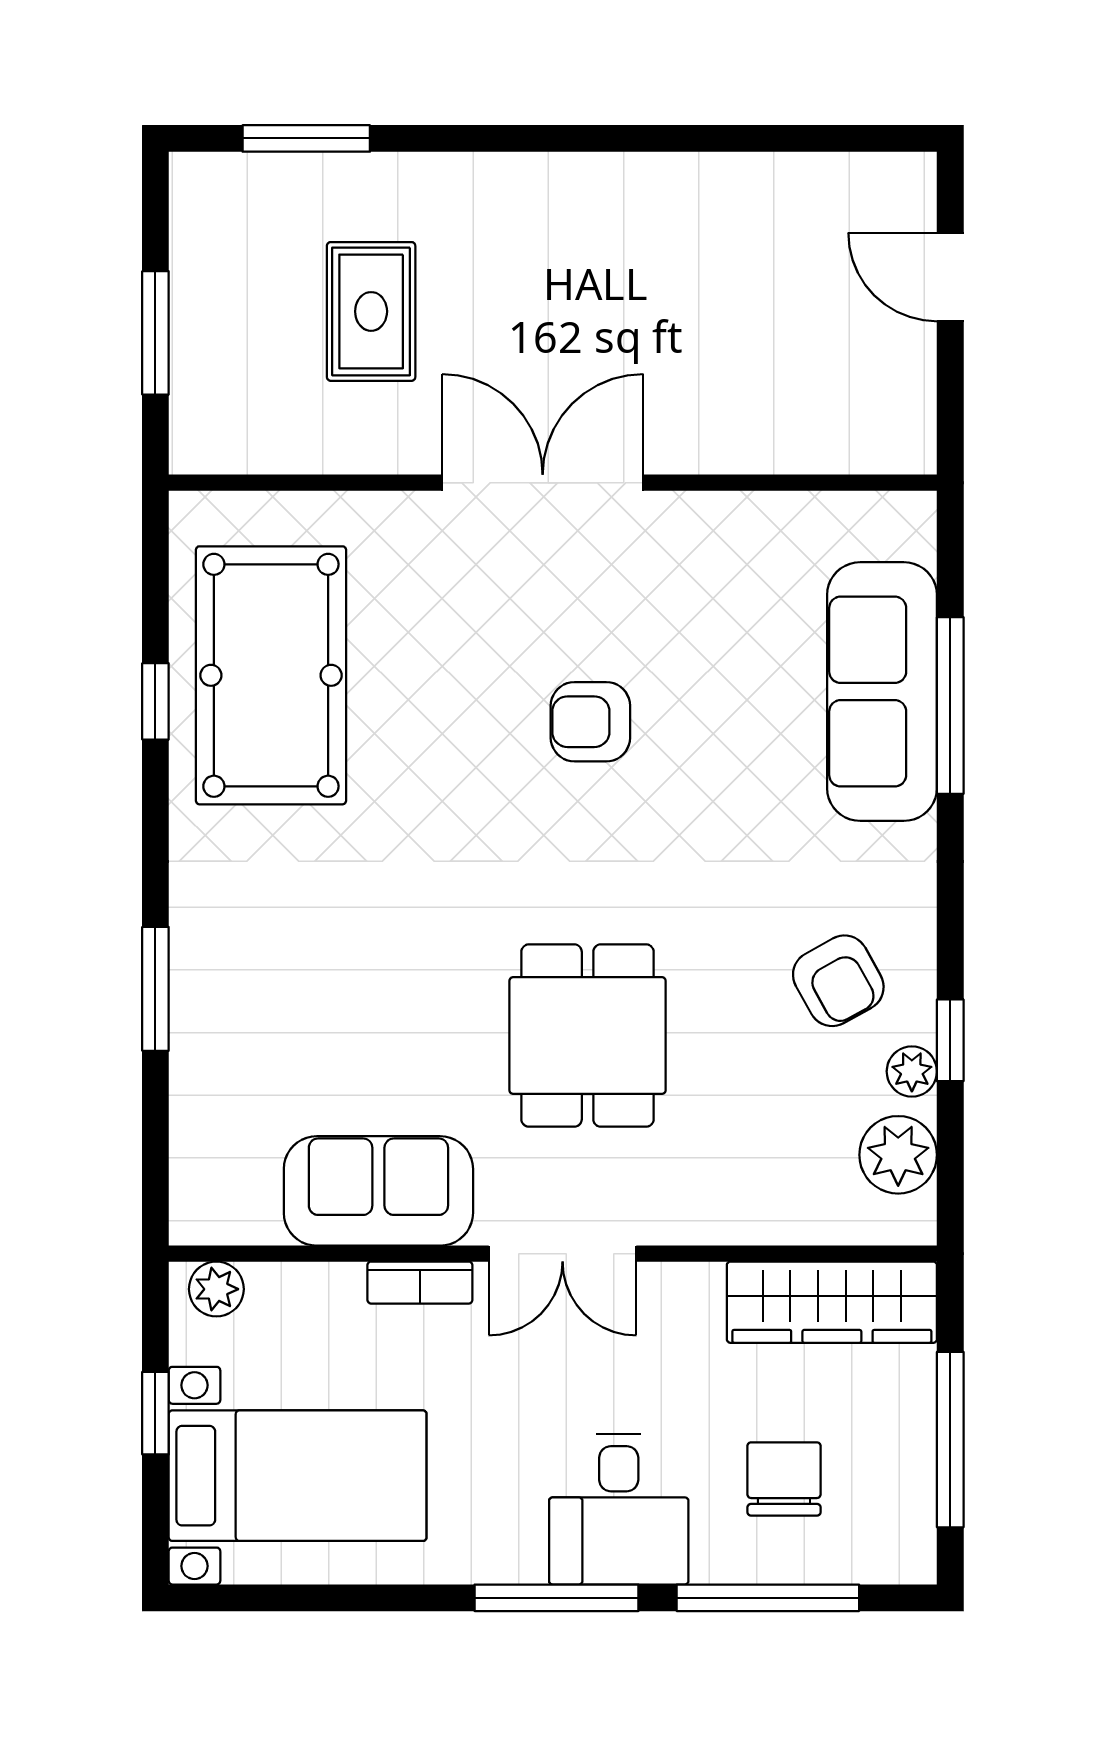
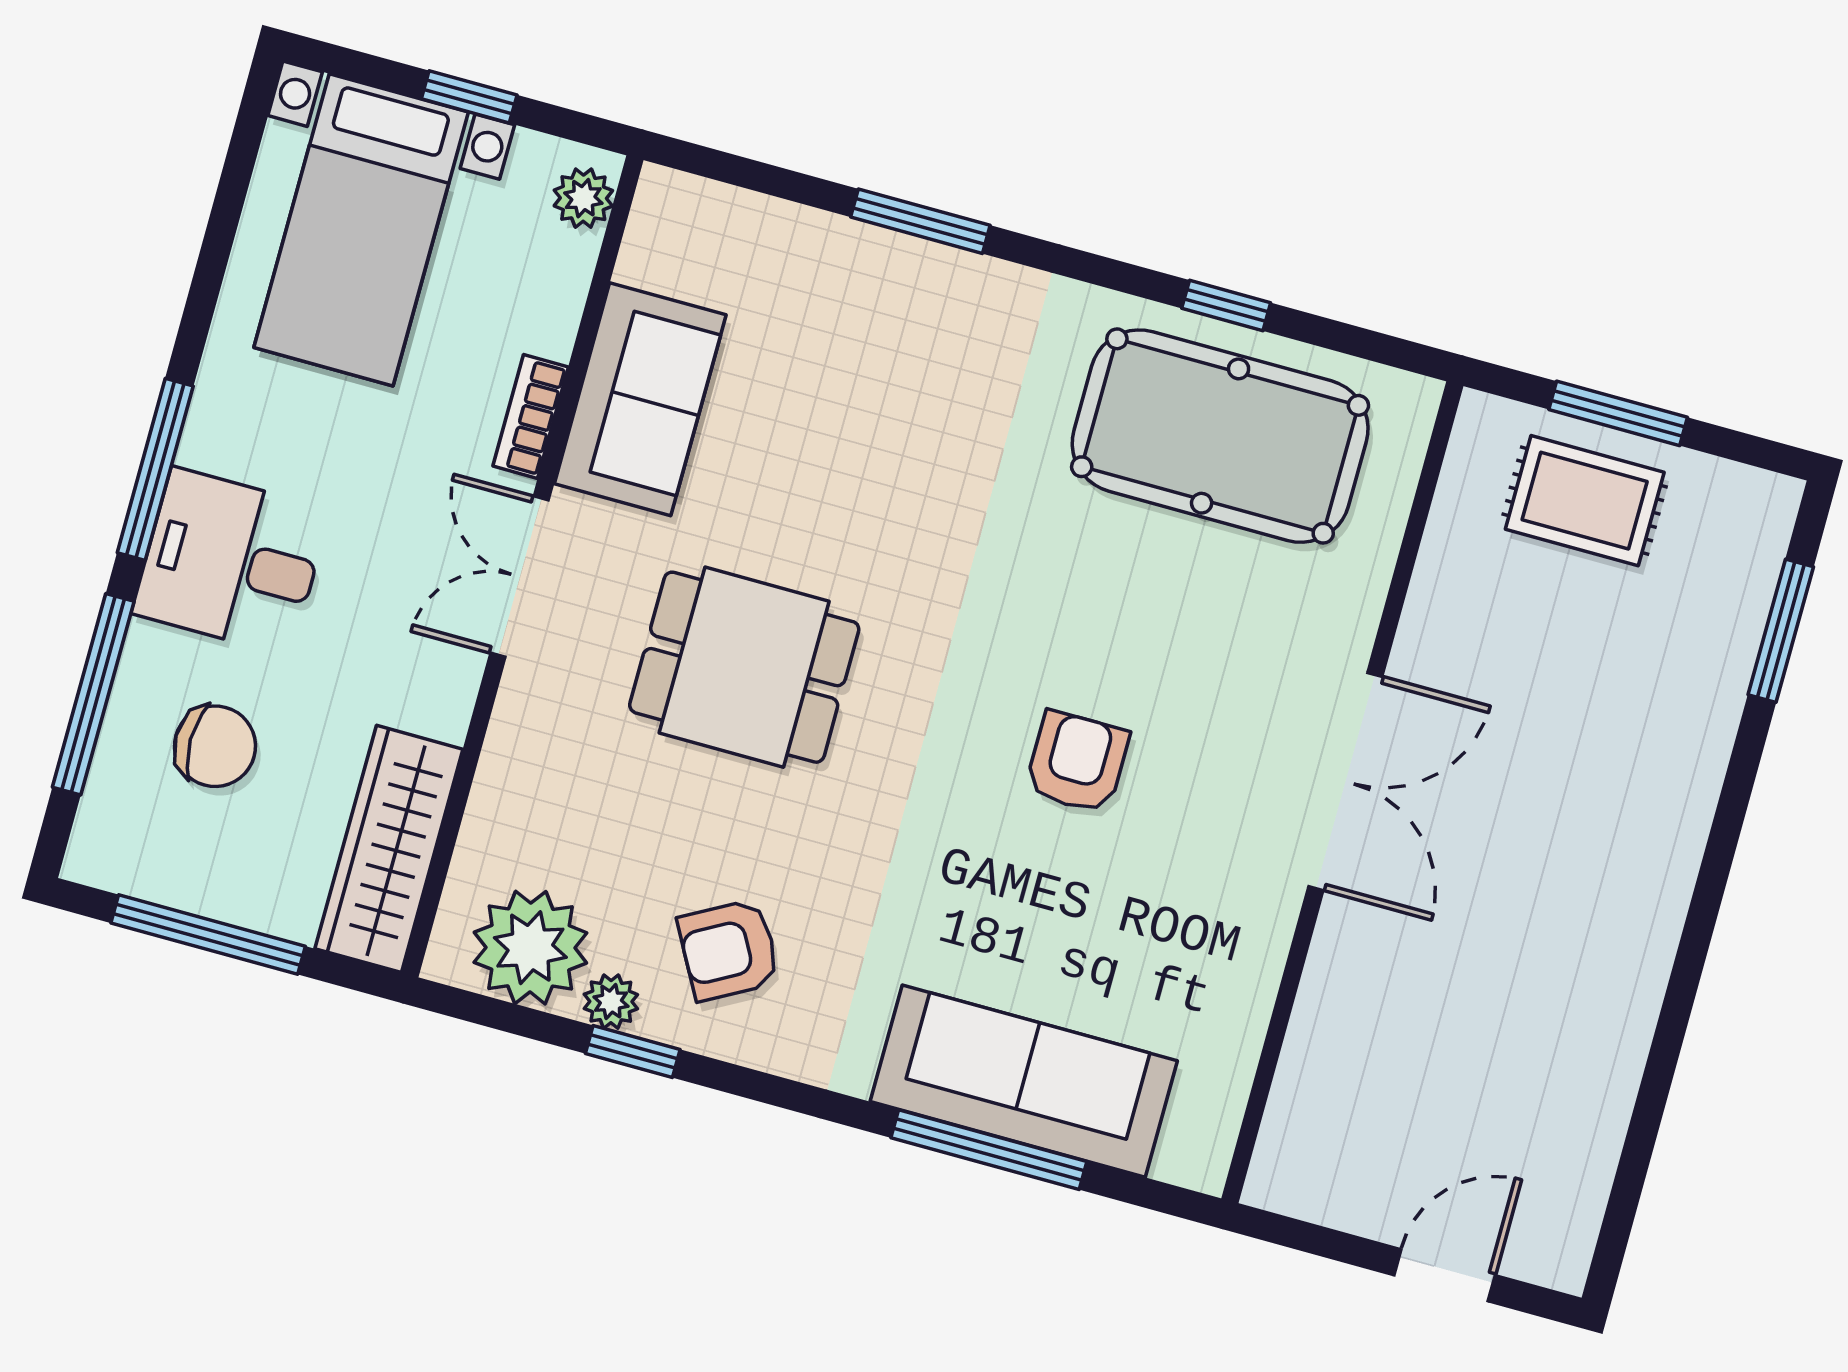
rug: (371, 311) -> (1585, 501), moved
plant: (898, 1155) -> (530, 948), width x1.36, depth x1.36

